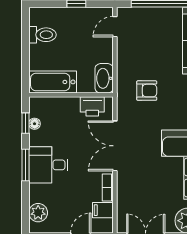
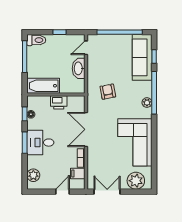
toilet: (42, 35) -> (36, 40), moved
window: (25, 40) -> (25, 57), added
washbasin: (104, 78) -> (79, 68), moved
armchair: (147, 91) -> (108, 92), turned -101
printer: (92, 106) -> (59, 102), moved

